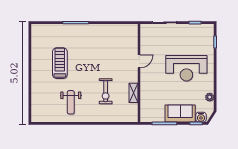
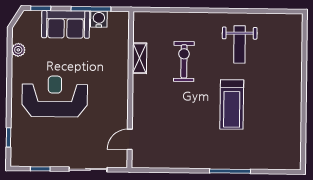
door: (139, 61) -> (130, 139), moved
treadmill: (60, 63) -> (232, 104), moved
weight bench: (71, 102) -> (240, 44), turned 180
water cooler: (201, 117) -> (99, 19), moved

